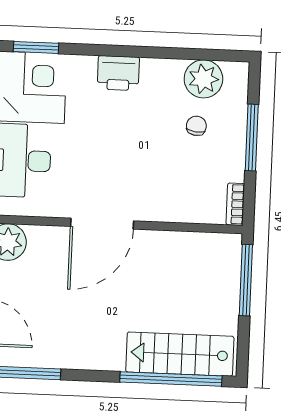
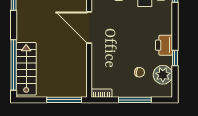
window: (171, 53) -> (175, 58), added
printer: (118, 73) -> (164, 45), moved

